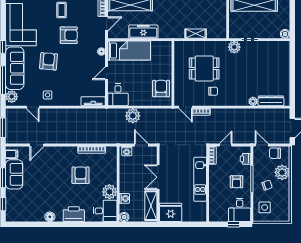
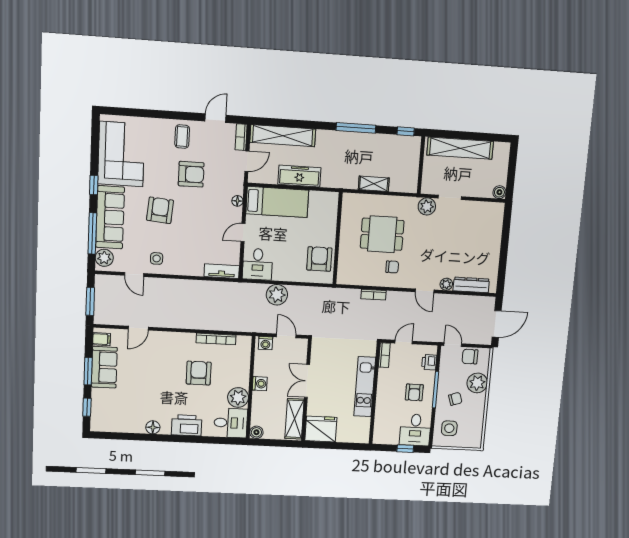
door: (186, 107) -> (425, 291), moved
washing machine: (124, 198) -> (260, 384), moved

